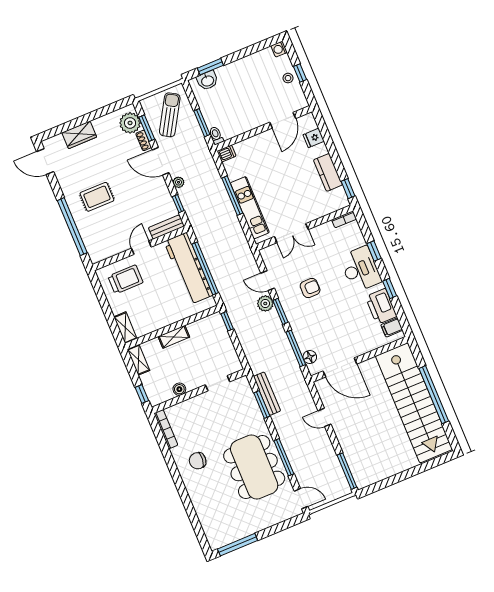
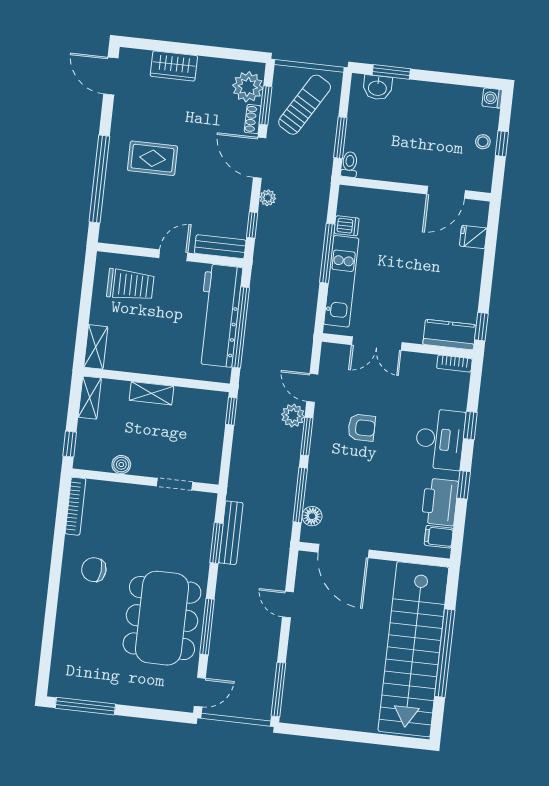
dishwasher: (227, 154) -> (347, 226), moved
kitchen counter: (328, 172) -> (449, 335), moved, turned 90
door: (301, 499) -> (200, 692), hinge flipped

